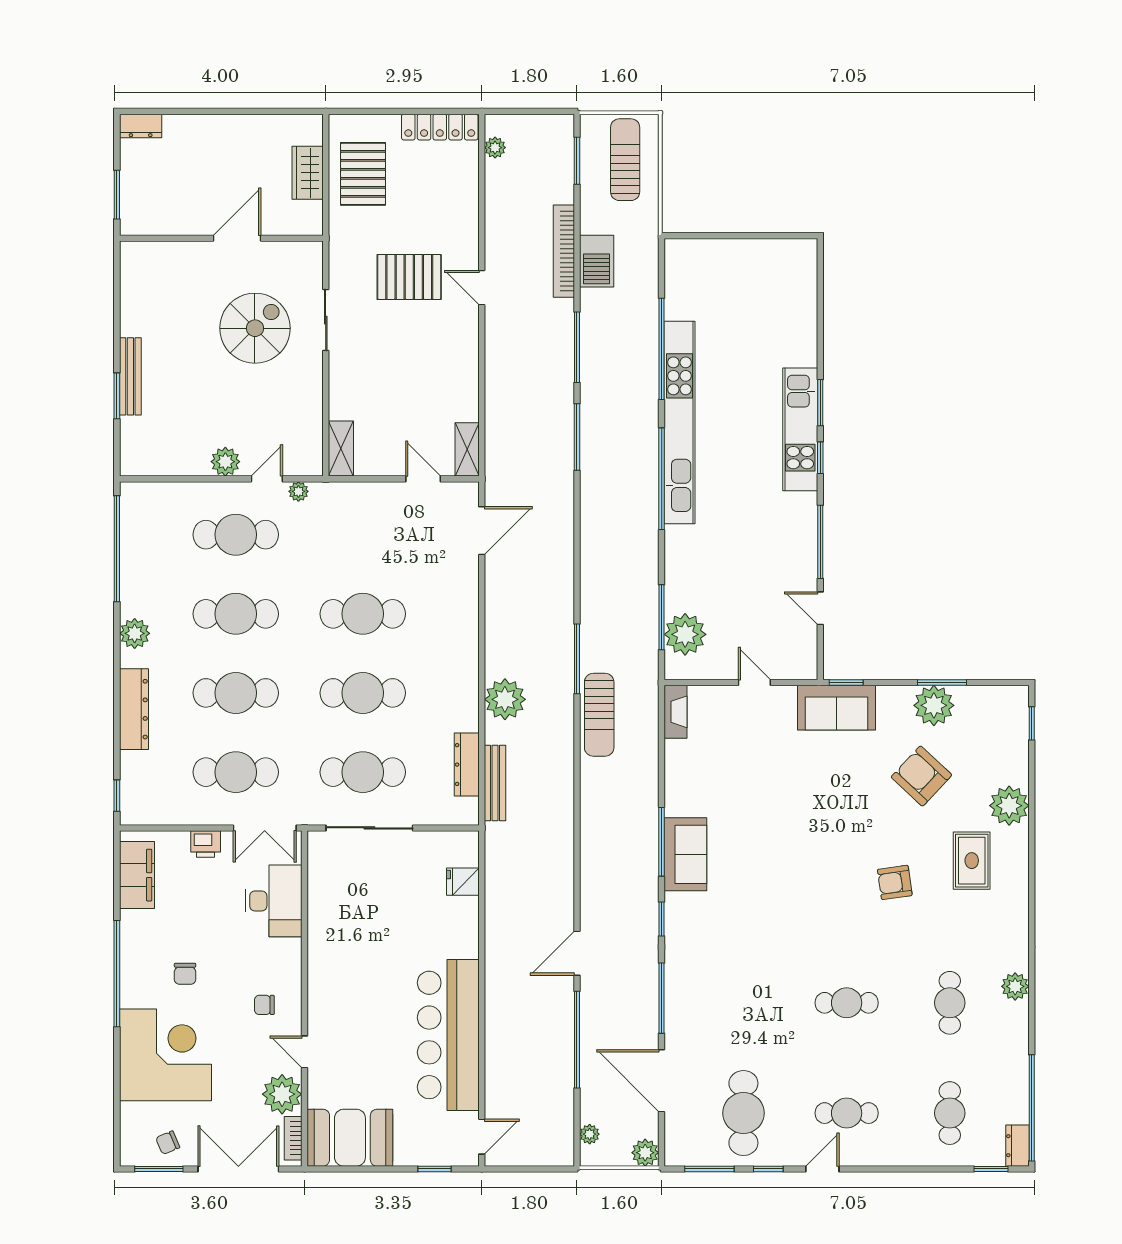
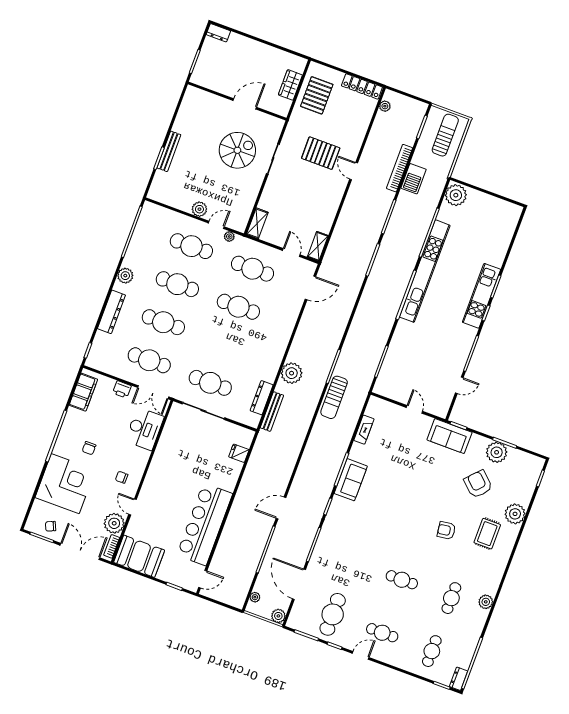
door: (820, 608) -> (459, 385), swing flipped
plant: (685, 634) -> (456, 195), moved
cafe table: (363, 693) -> (253, 269), moved
fireplace: (676, 712) -> (364, 430), moved

